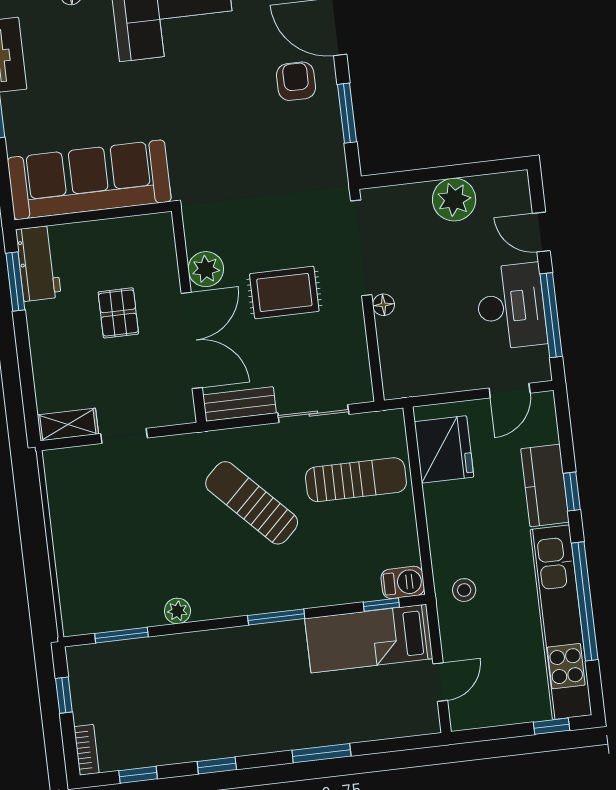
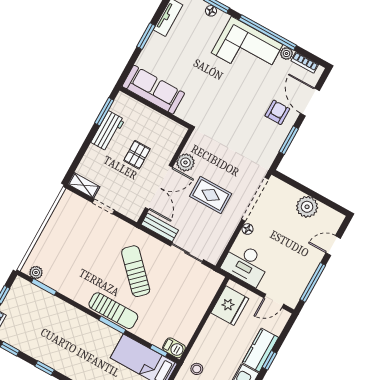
sofa: (89, 180) -> (153, 90), width x0.74, depth x0.79
door: (541, 232) -> (333, 246), hinge flipped
workbench: (38, 263) -> (108, 131), moved
desk: (511, 306) -> (246, 264), moved, turned 90
sun lounger: (356, 480) -> (113, 311), moved
plant: (177, 611) -> (36, 273), moved

